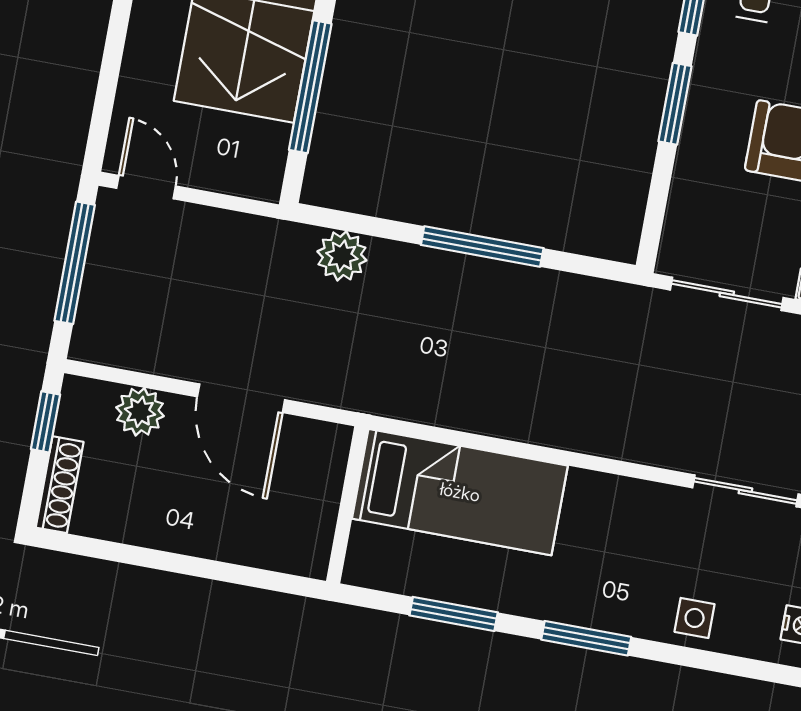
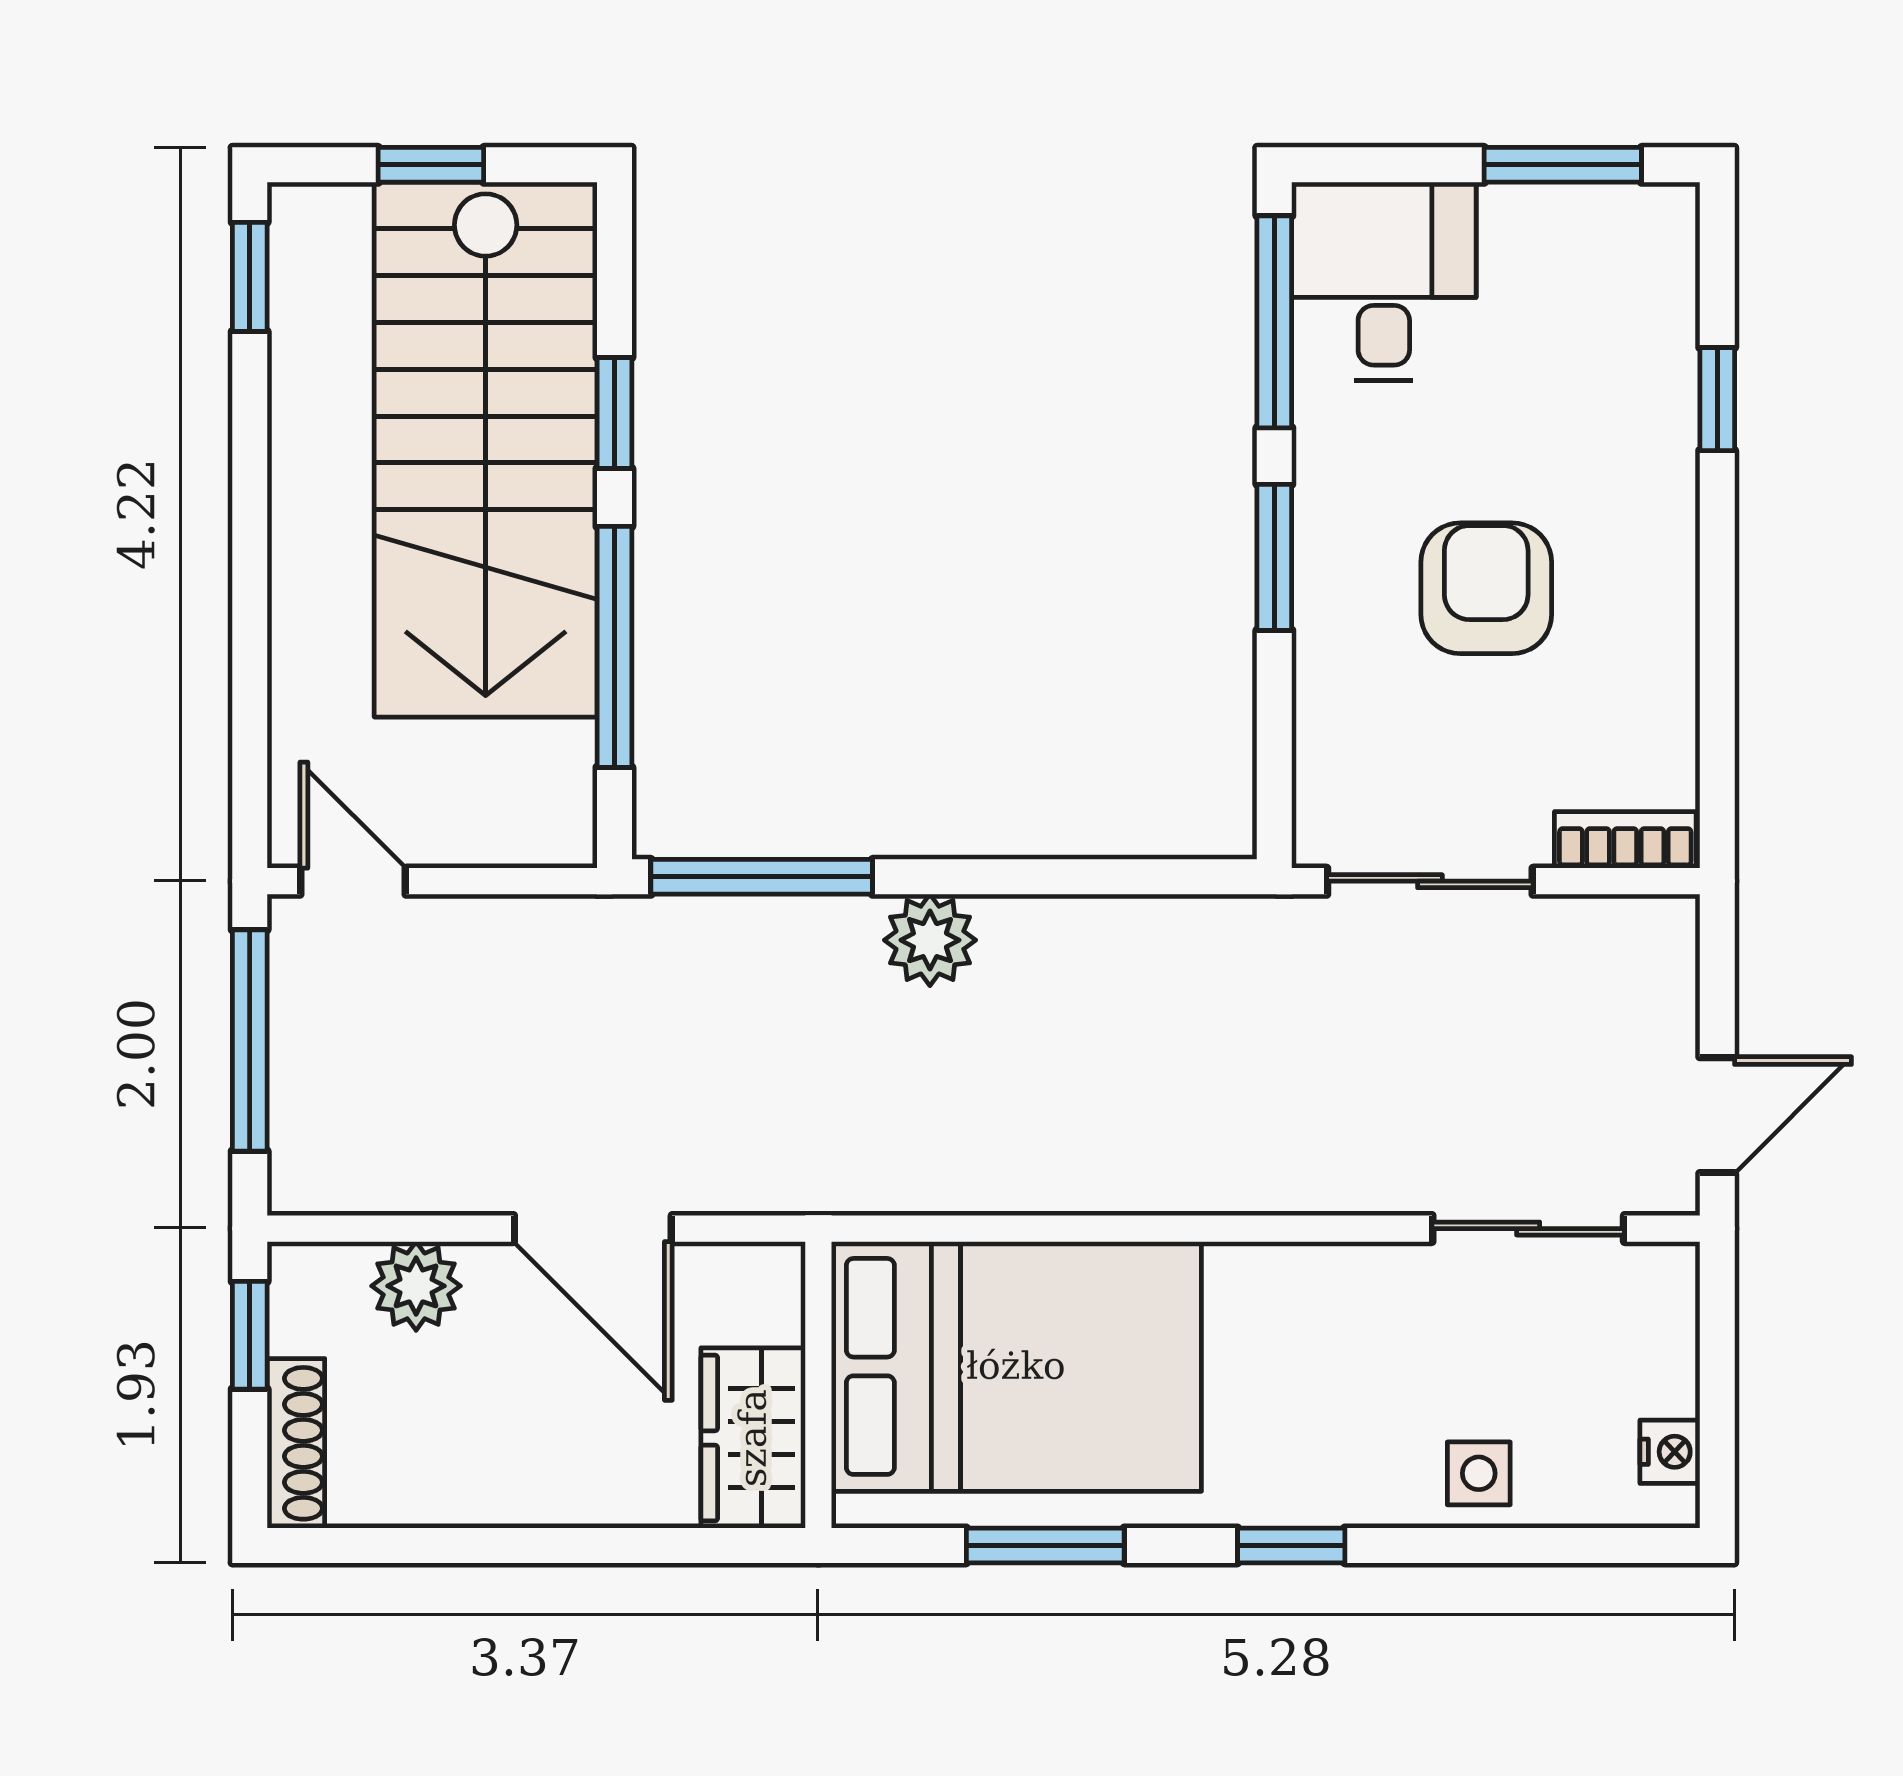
window: (482, 246) -> (762, 877), moved
plant: (342, 256) -> (930, 940), moved
bed: (460, 492) -> (1016, 1366), width x1.50
wardrobe: (307, 527) -> (753, 1438), added
window: (586, 638) -> (1291, 1545), width x0.67

